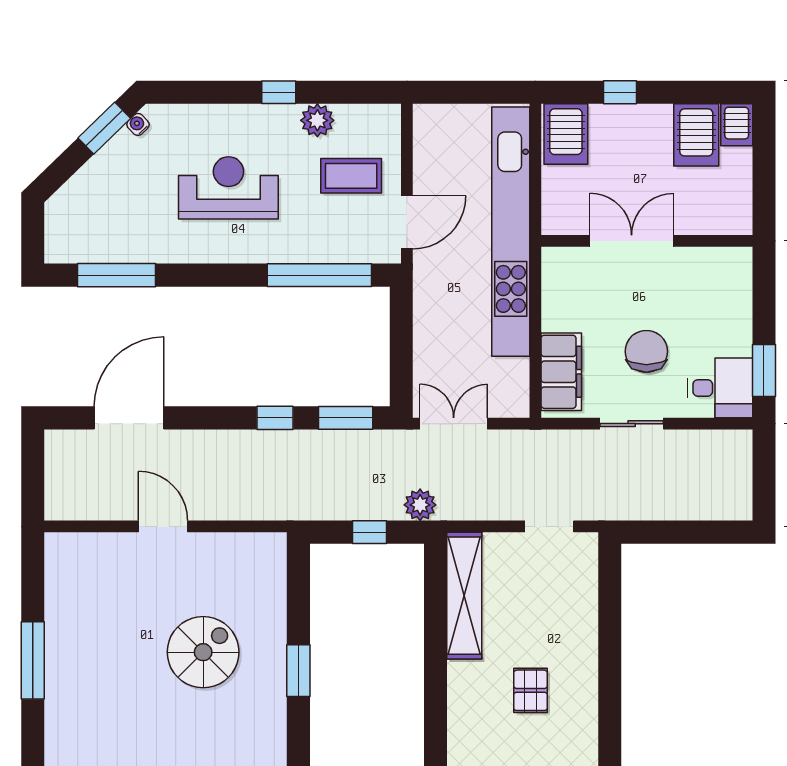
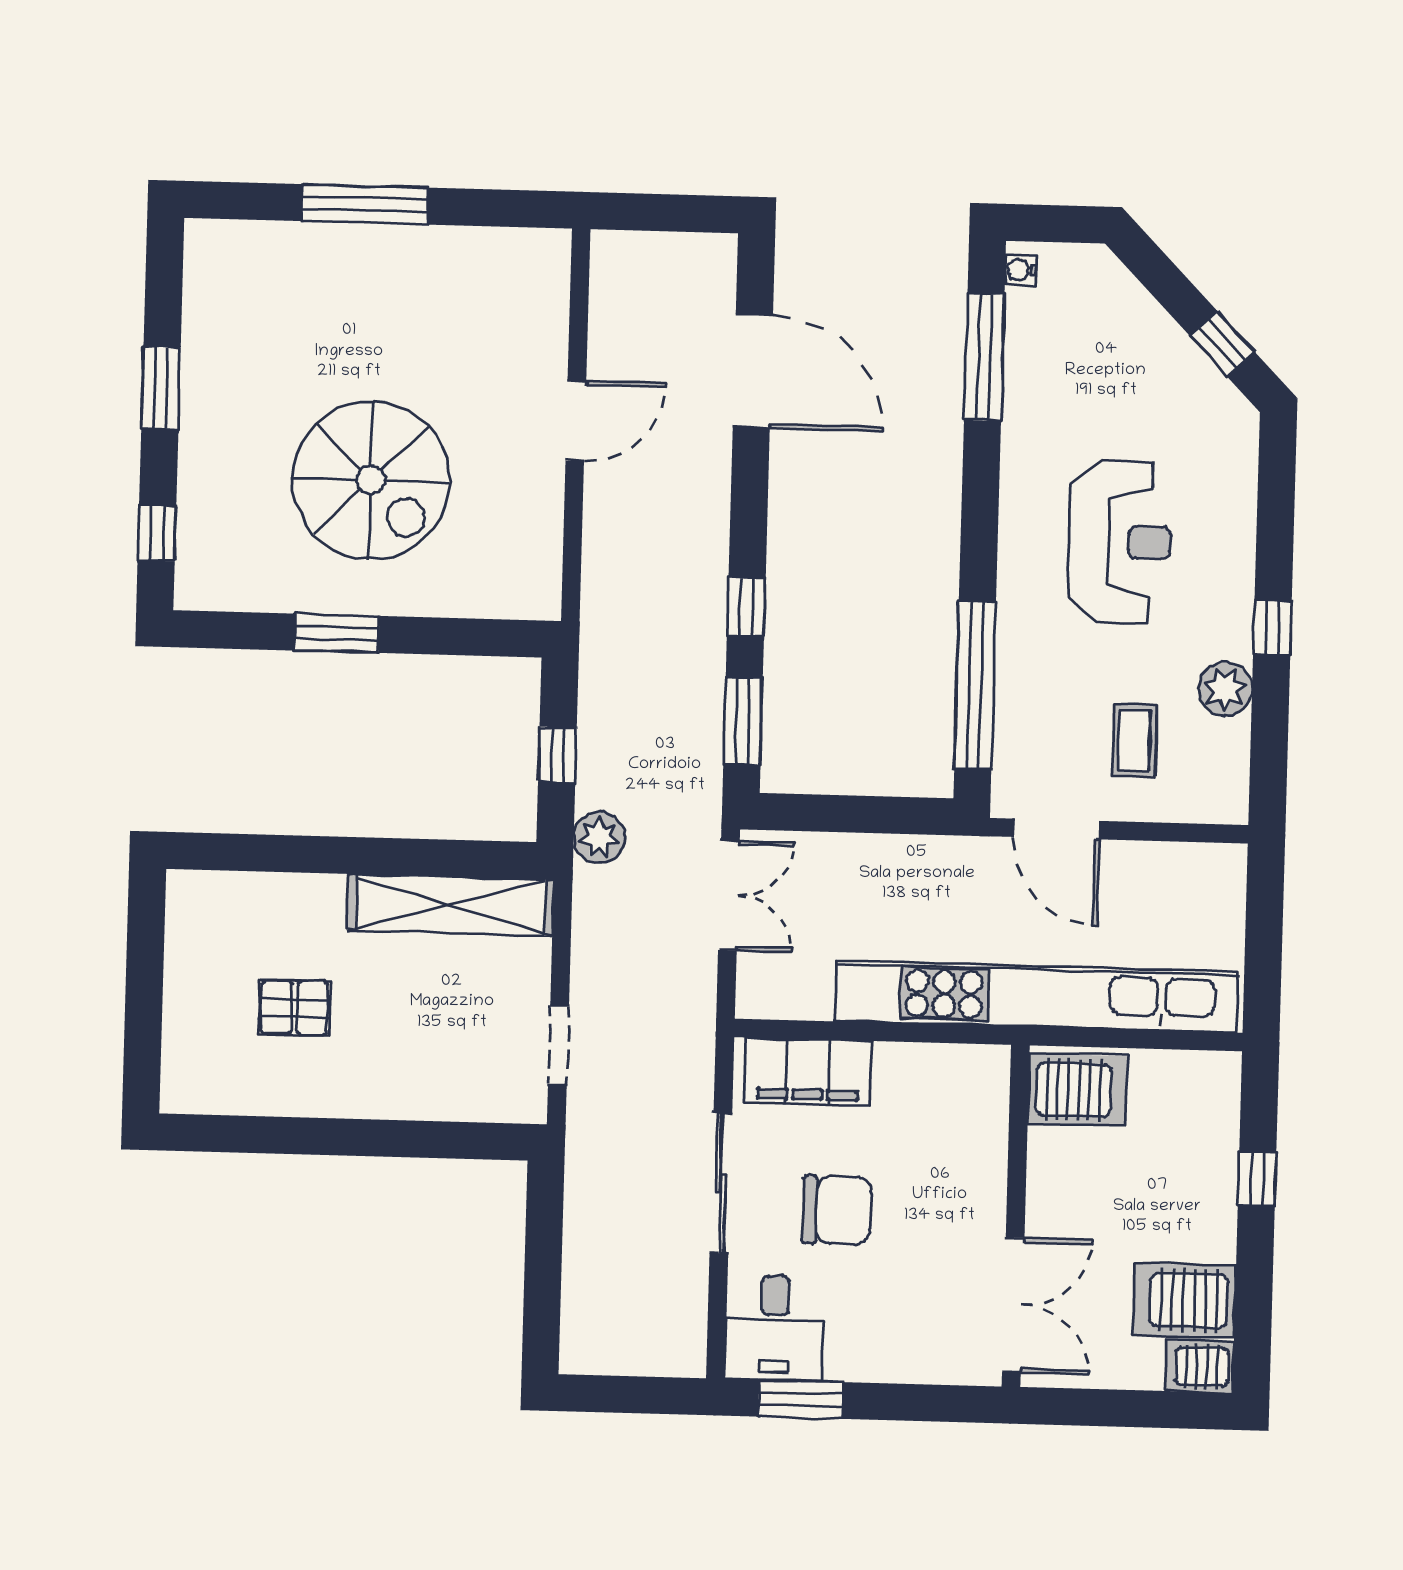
water cooler: (138, 124) -> (1020, 270), moved, turned -136
window: (104, 128) -> (1222, 344), width x0.67
server rack: (566, 134) -> (1077, 1090), moved, turned 180
coffee table: (351, 176) -> (1134, 741), width x0.73, depth x0.77
double door: (632, 241) -> (1013, 1305), moved
sliding door: (632, 424) -> (721, 1183), width x1.37
spiral stairs: (203, 652) -> (371, 480), width x1.37, depth x1.37

